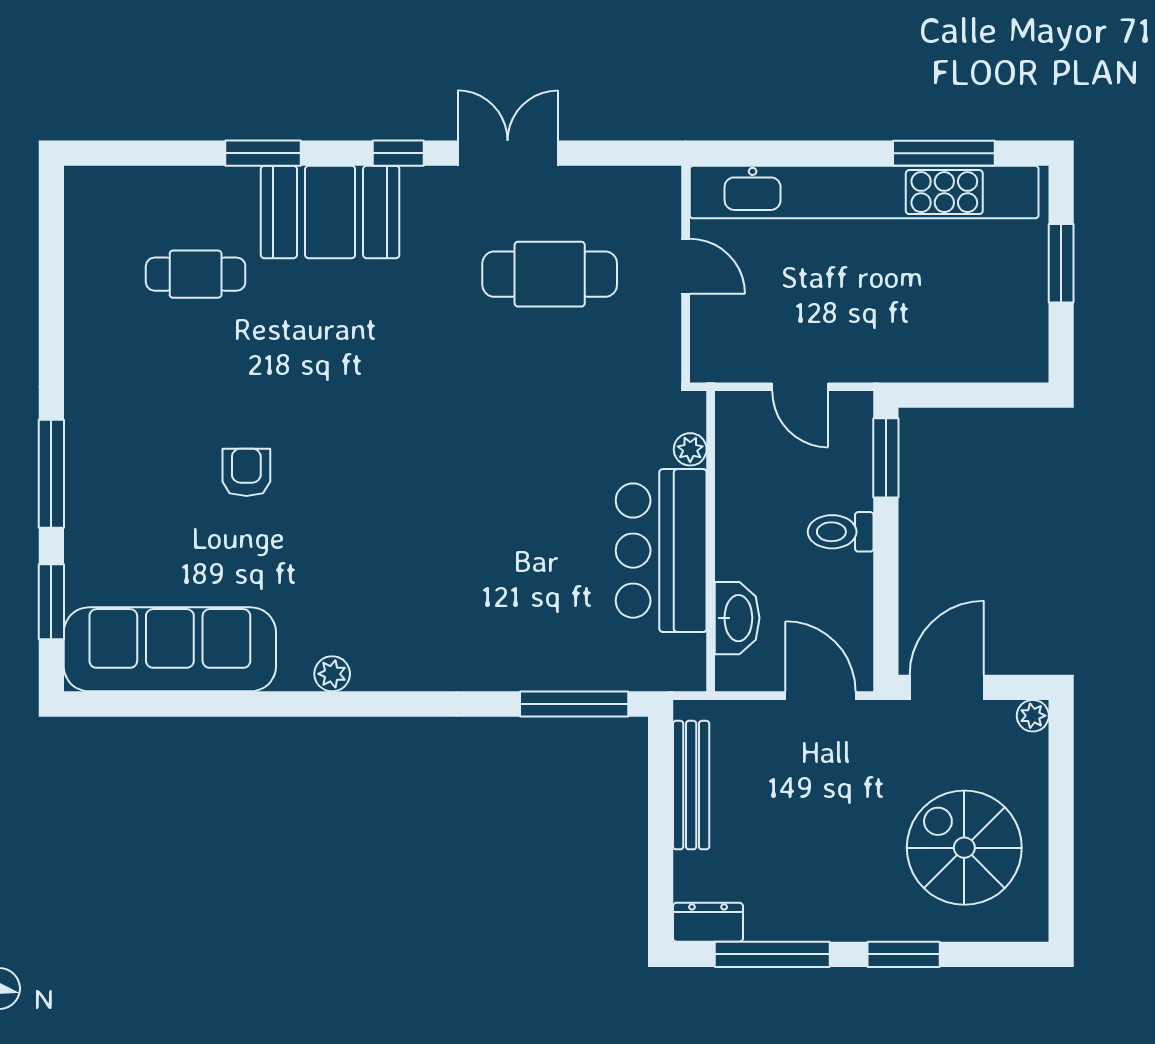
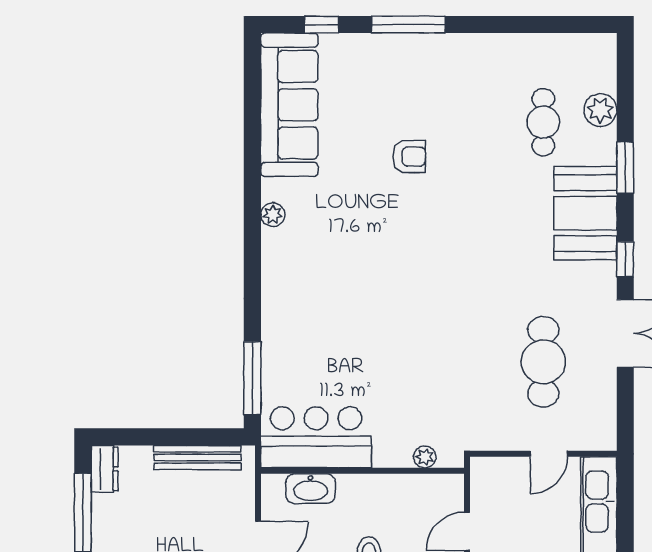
plant: (178, 190) -> (600, 110), added
bar counter: (661, 551) -> (316, 437), moved
window: (51, 602) -> (322, 24), width x0.67

